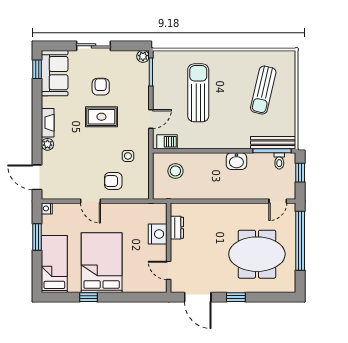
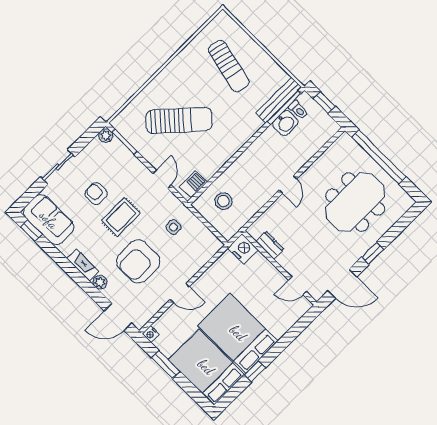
sun lounger: (198, 93) -> (179, 120), turned 132
washbasin: (236, 161) -> (285, 123), moved
armchair: (113, 181) -> (138, 261), moved, width x1.88, depth x1.88
door: (278, 201) -> (288, 184), moved
nightstand: (158, 234) -> (243, 249), moved
bed: (54, 264) -> (206, 367), width x1.50

